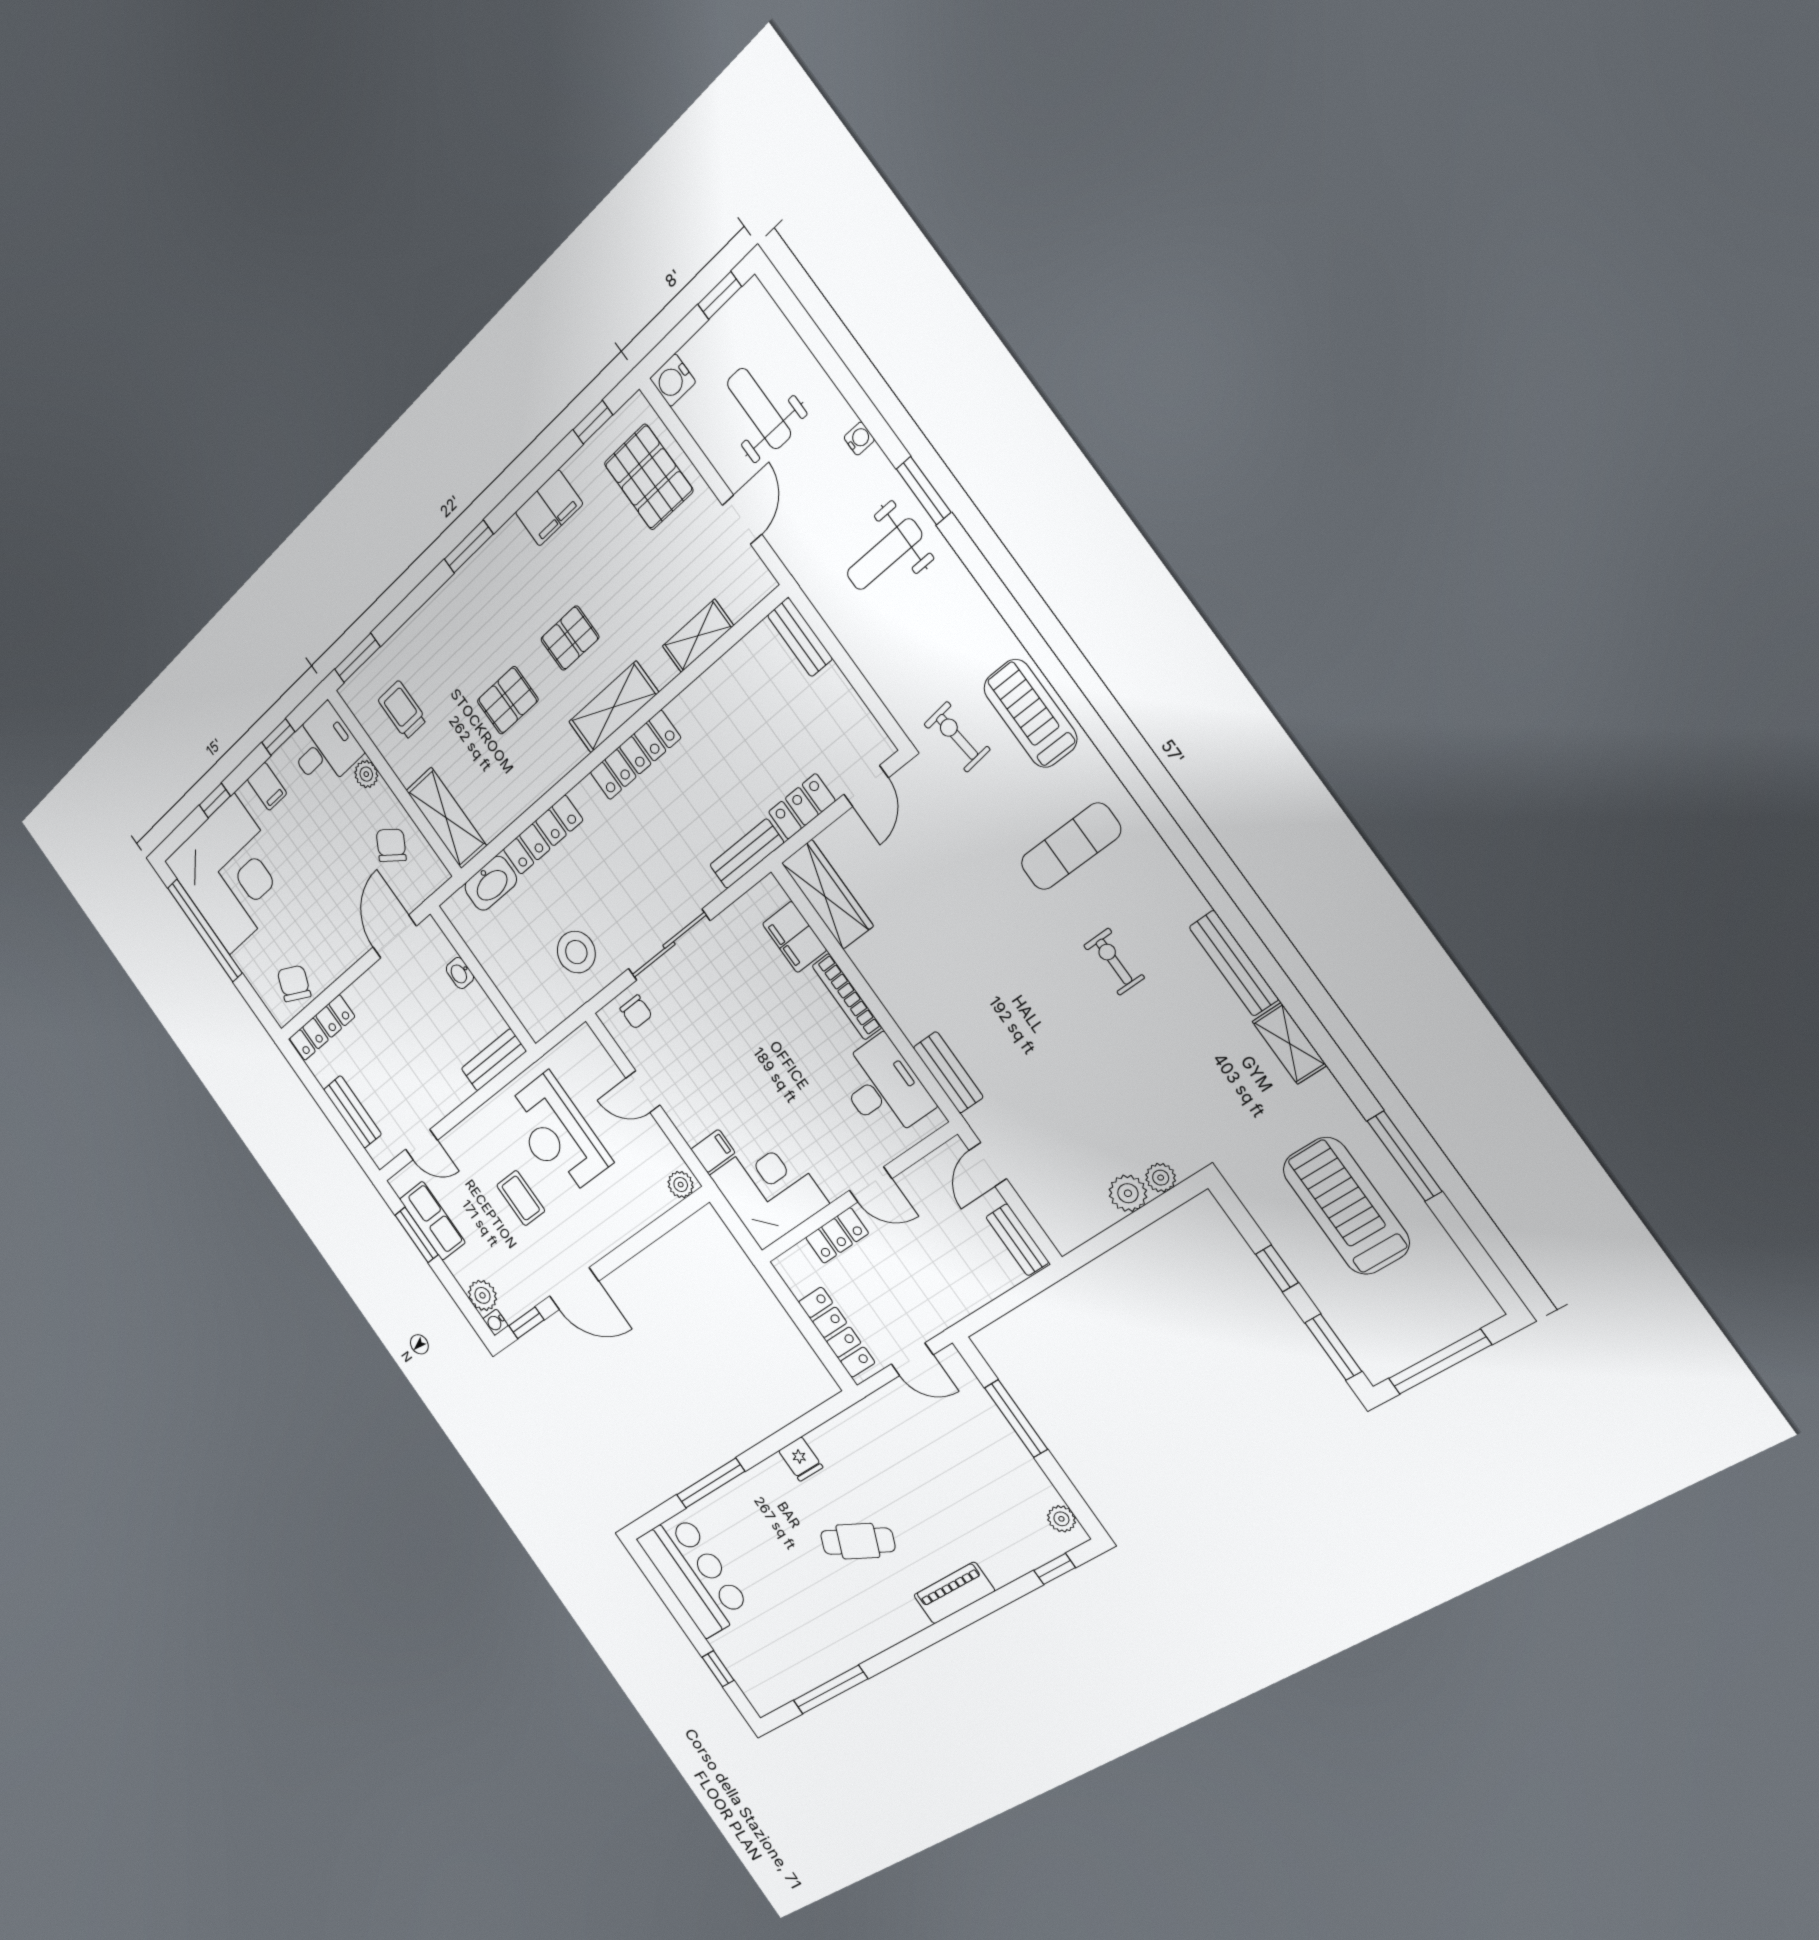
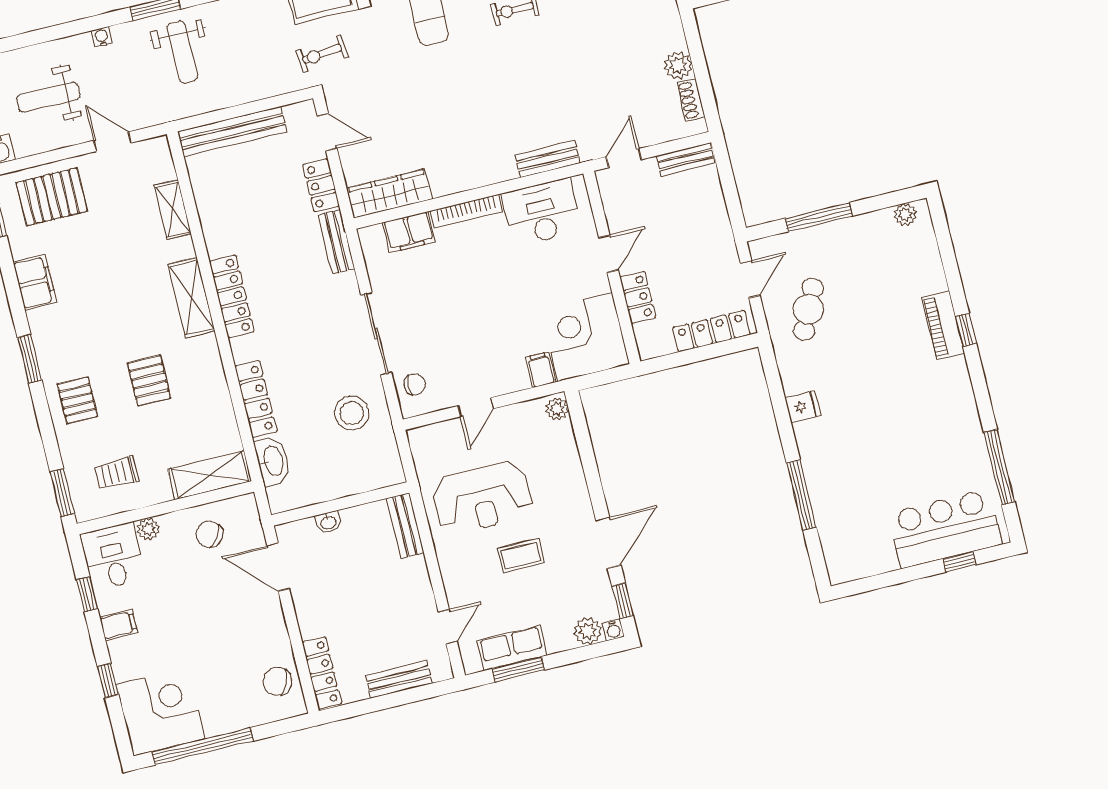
bench: (800, 637) -> (232, 132), width x1.86, depth x1.21
pallet: (570, 638) -> (77, 400), moved
corner desk: (232, 875) -> (161, 712), width x0.74, depth x0.74
door: (988, 1165) -> (624, 158), swing flipped
plant: (1161, 1178) -> (675, 38), removed
shoe rack: (1092, 1223) -> (691, 100), added
cafe table: (858, 1541) -> (808, 309), moved
window: (1055, 1569) -> (966, 330), moved
bar counter: (694, 1575) -> (945, 529), moved

